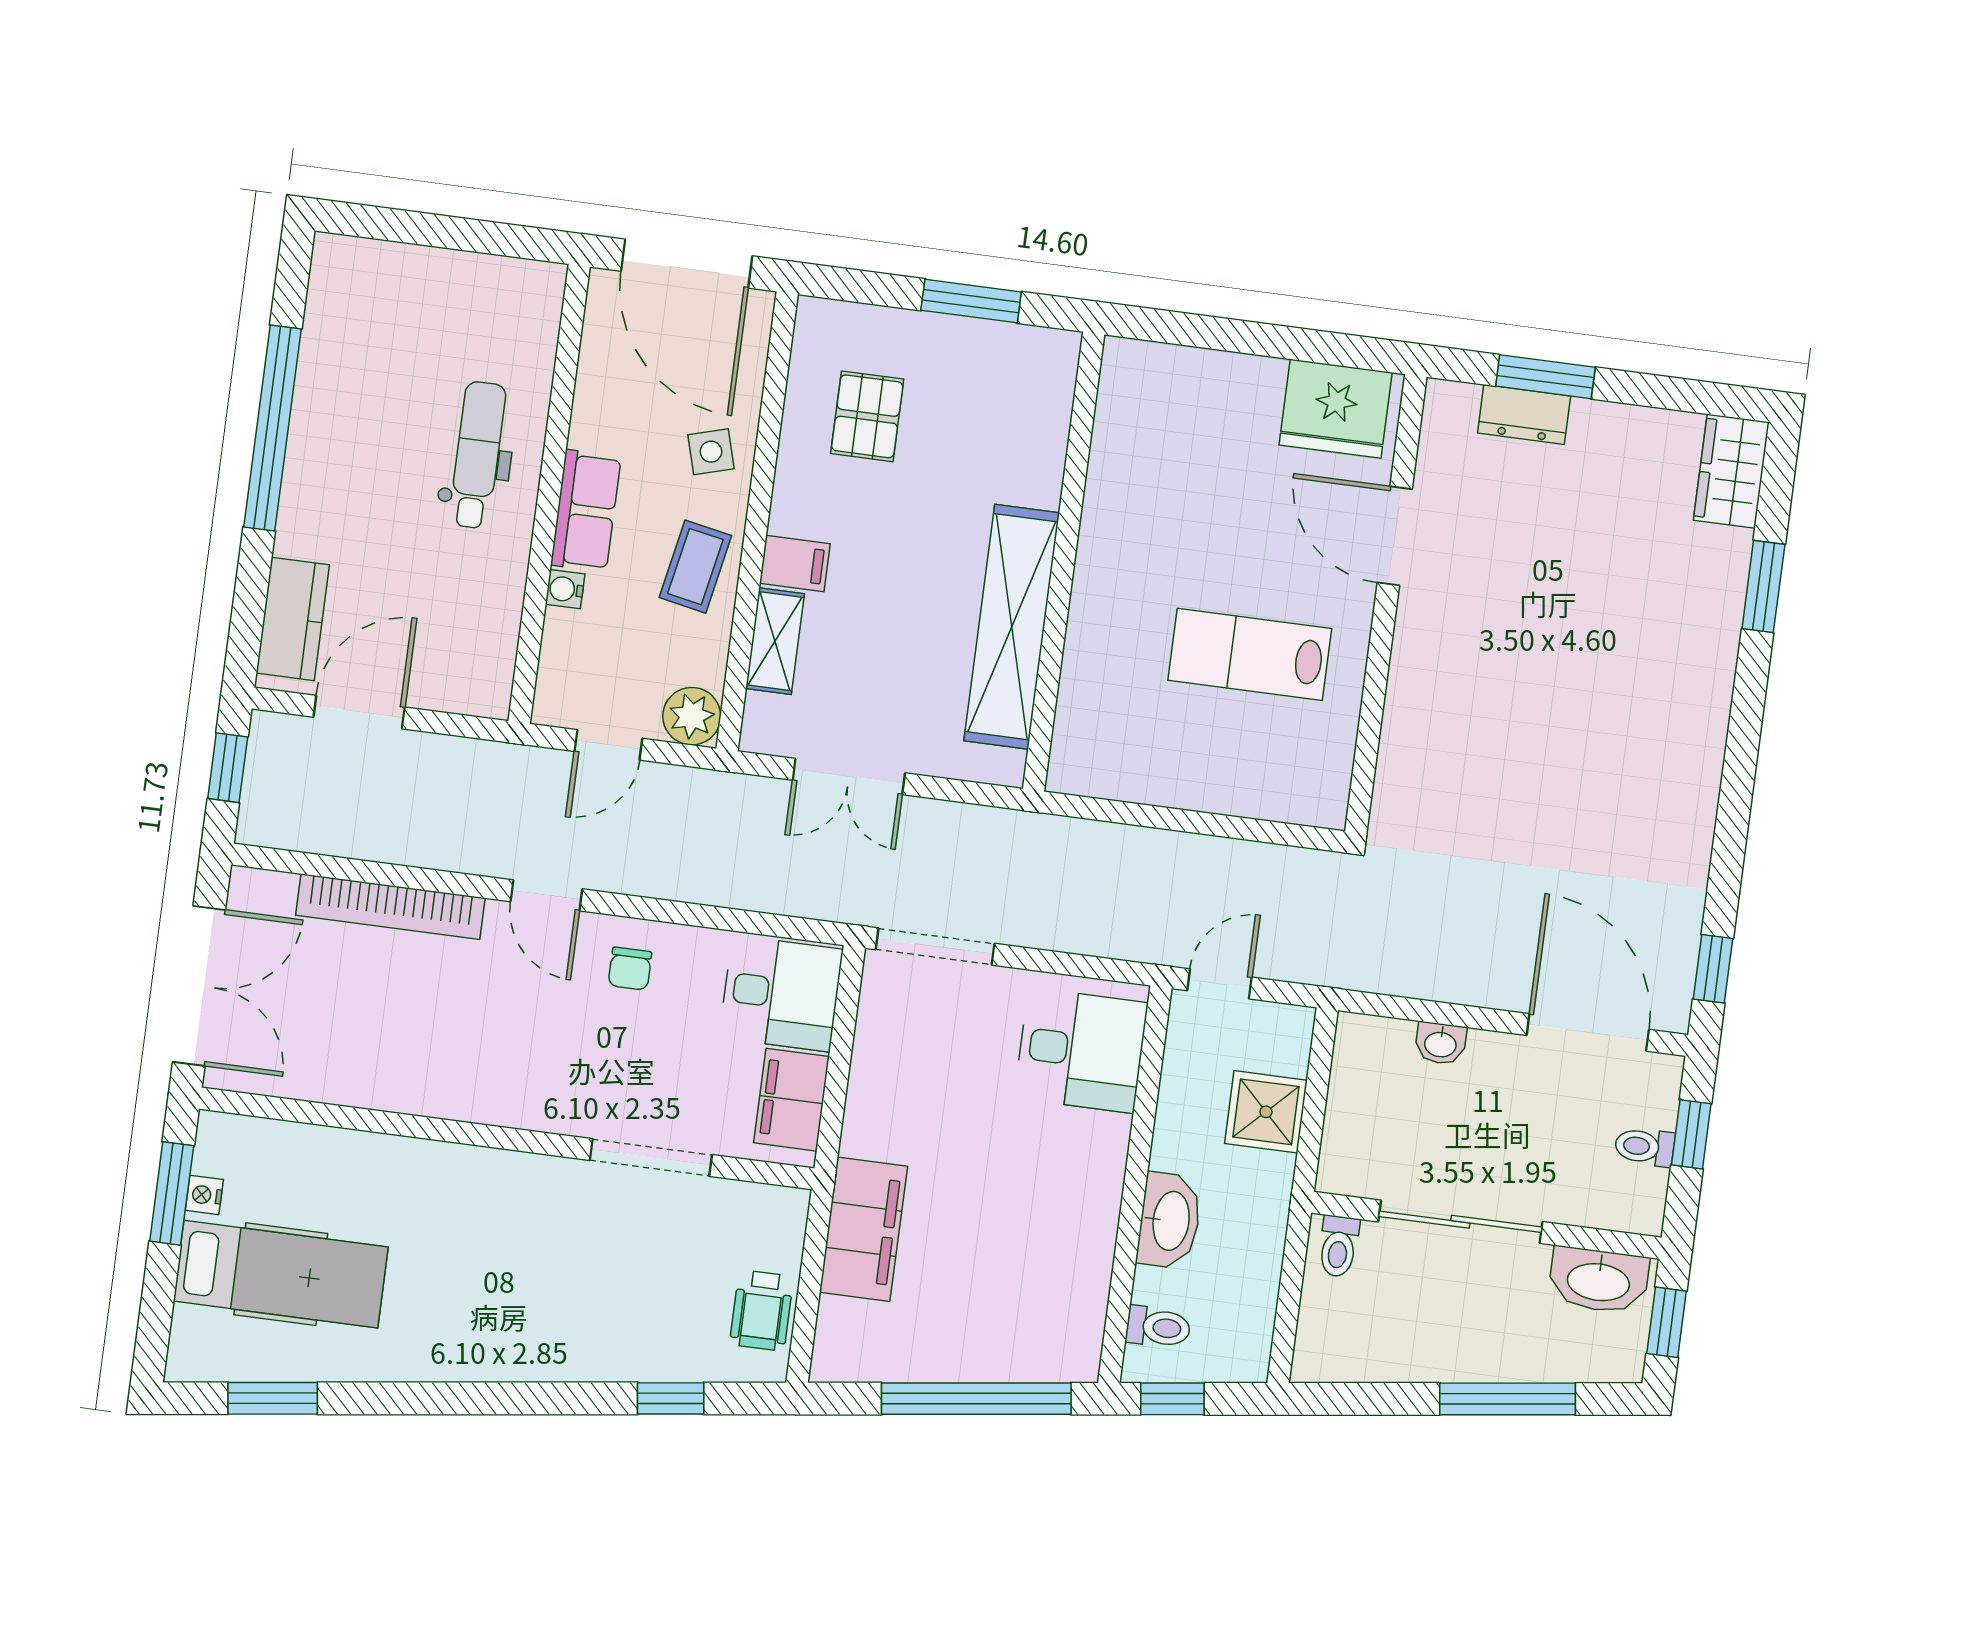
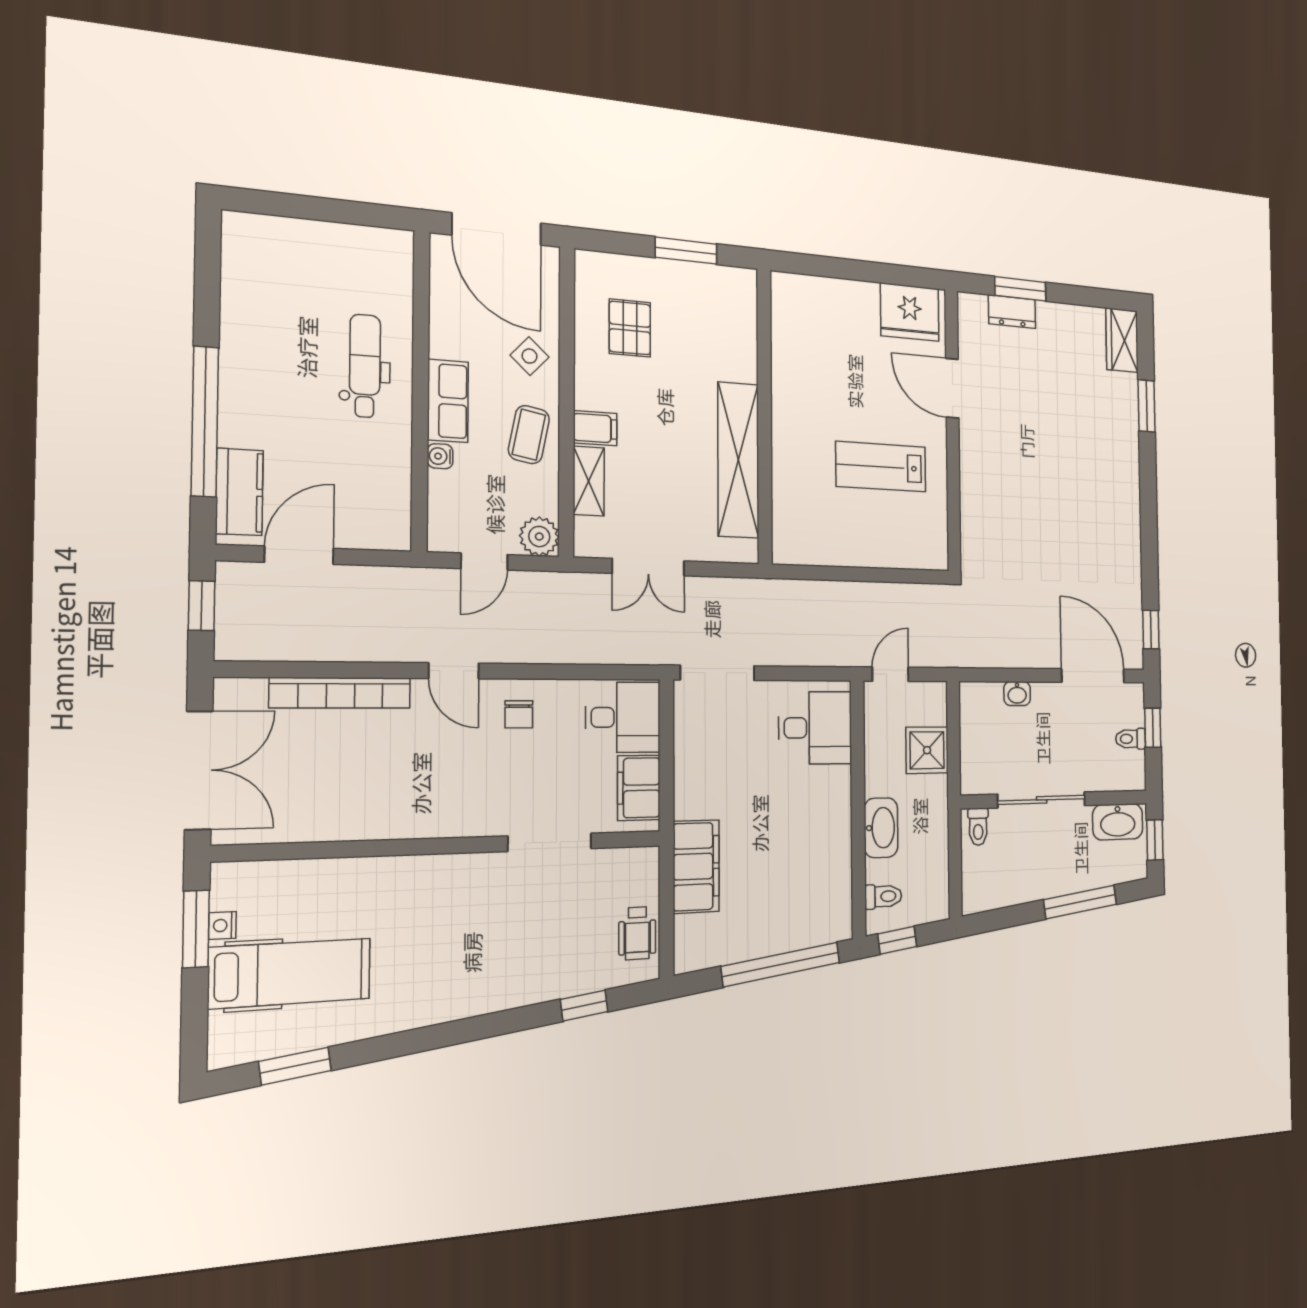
window: (272, 428) -> (205, 422), moved
side table: (711, 452) -> (530, 356), turned -31

